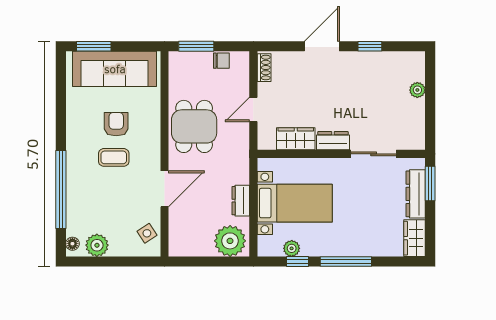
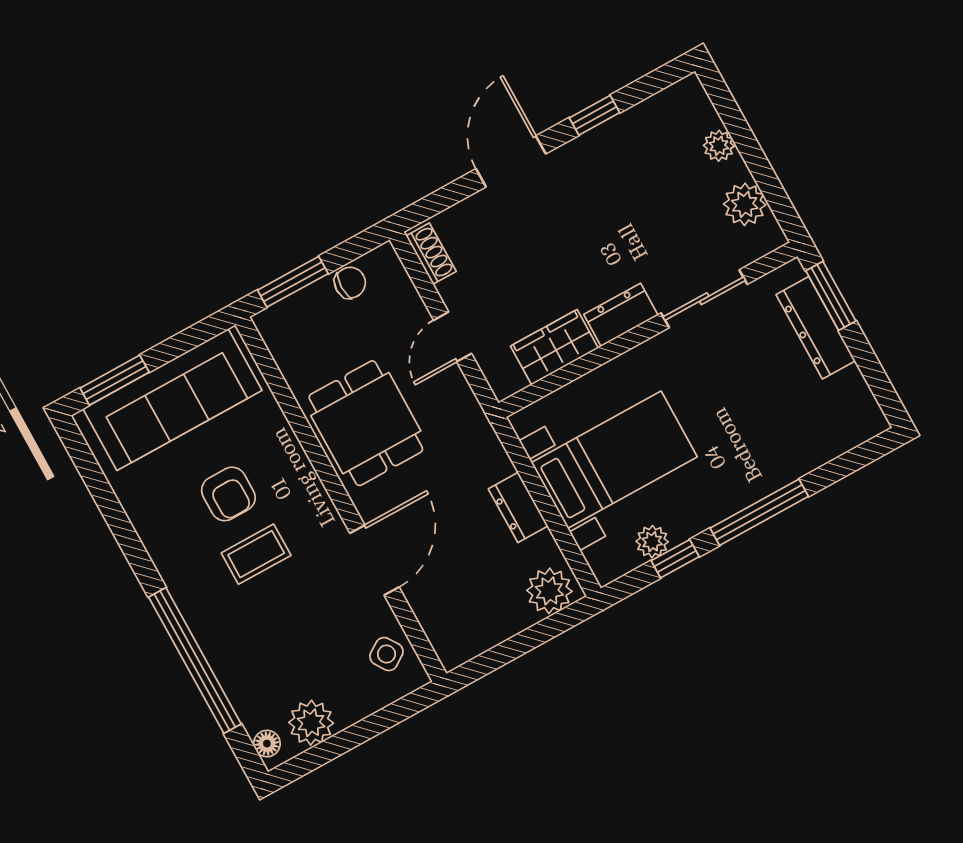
plant: (414, 122) -> (745, 204), added
armchair: (116, 124) -> (228, 494), turned 180
wardrobe: (415, 238) -> (856, 406), removed
plant: (230, 241) -> (549, 591), width x0.73, depth x0.73

